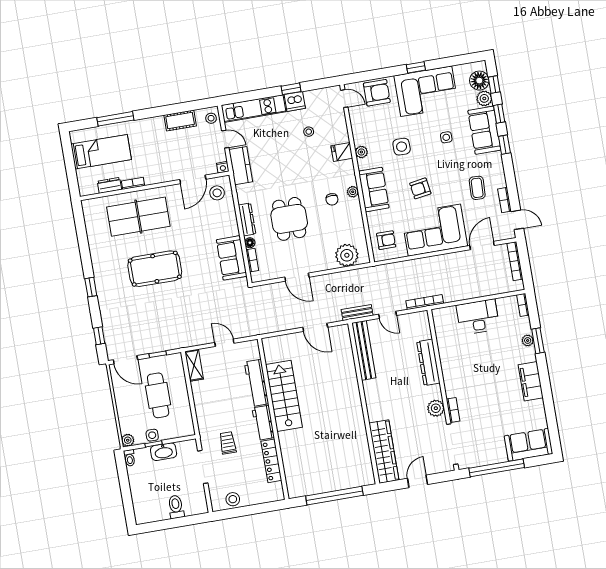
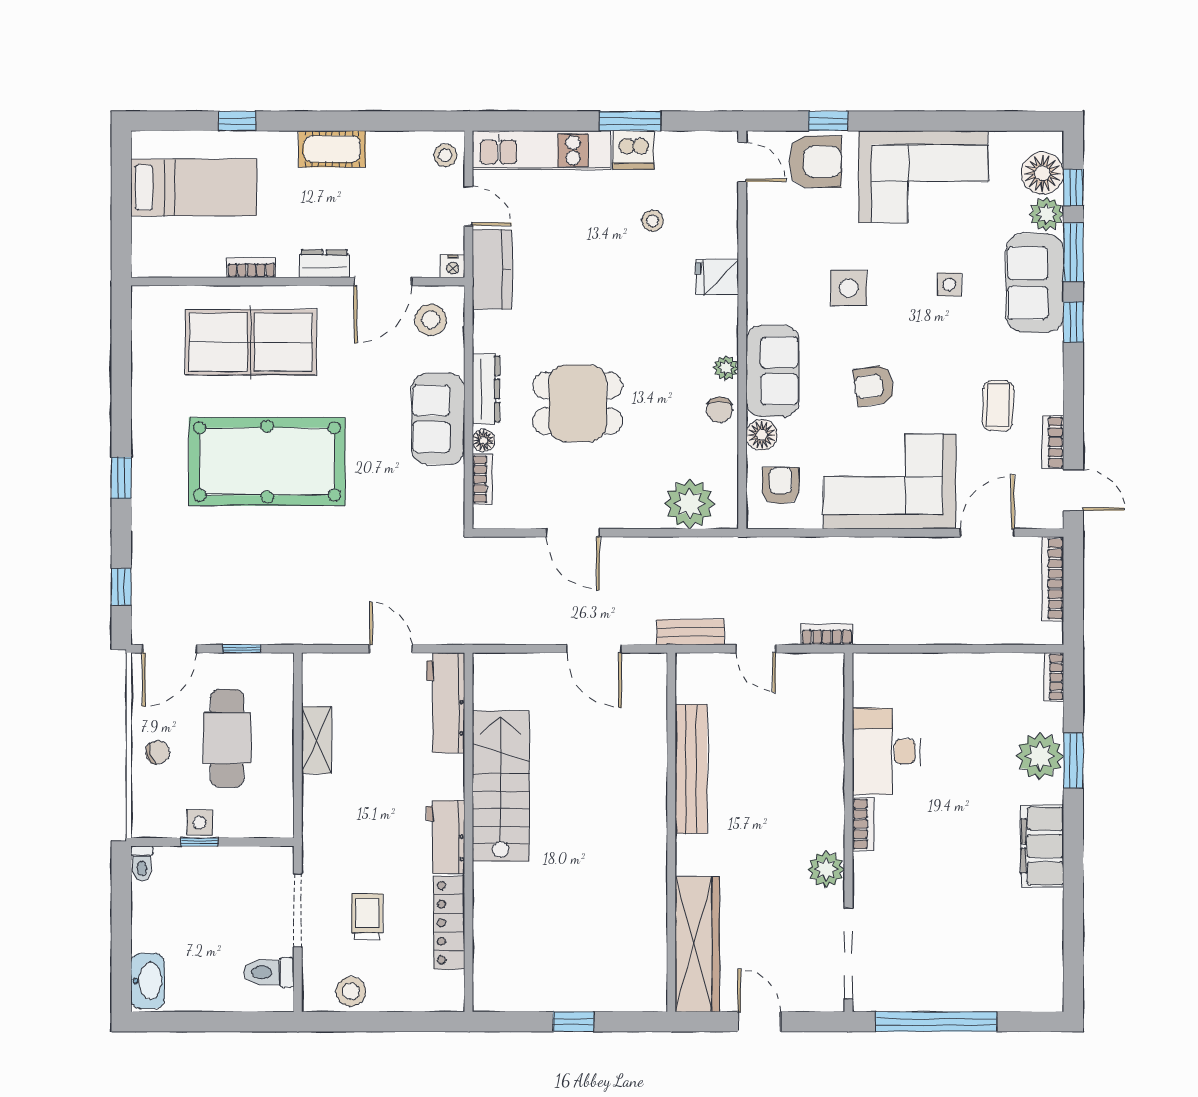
window: (416, 67) -> (828, 121), moved
window: (291, 89) -> (630, 121), width x1.50
window: (499, 114) -> (1073, 252), width x1.50
window: (115, 119) -> (237, 121), width x0.46
cot: (180, 121) -> (332, 149), moved
plant: (361, 152) -> (760, 285), removed
dresser: (109, 185) -> (324, 264), moved
chair: (332, 199) -> (719, 410), moved
dining table: (289, 219) -> (578, 403), turned 90
floor lamp: (374, 219) -> (762, 435), added
armchair: (386, 240) -> (781, 486), turned -90
sofa: (232, 258) -> (438, 419), moved
pool table: (155, 269) -> (267, 462), width x1.36, depth x1.32
bookcase: (425, 302) -> (827, 634), width x0.64
desk: (478, 317) -> (886, 752), moved, turned -90
plant: (528, 340) -> (1040, 756), width x1.87, depth x1.87
bench: (364, 350) -> (691, 769), moved
door: (125, 360) -> (169, 649), hinge flipped
dresser: (428, 362) -> (827, 767), removed
shelving: (194, 365) -> (317, 740), moved
workbench: (256, 383) -> (446, 703), moved
chair: (128, 407) -> (158, 752), added
bookcase: (453, 410) -> (863, 824), moved
plant: (128, 440) -> (145, 824), removed
trolley: (228, 443) -> (367, 917), moved
sofa: (528, 445) -> (1014, 983), removed
washbasin: (164, 452) -> (148, 981), moved, turned -90
door: (418, 481) -> (759, 1022), hinge flipped
window: (334, 496) -> (573, 1022), width x0.32
toilet: (176, 507) -> (269, 972), moved, turned -90

